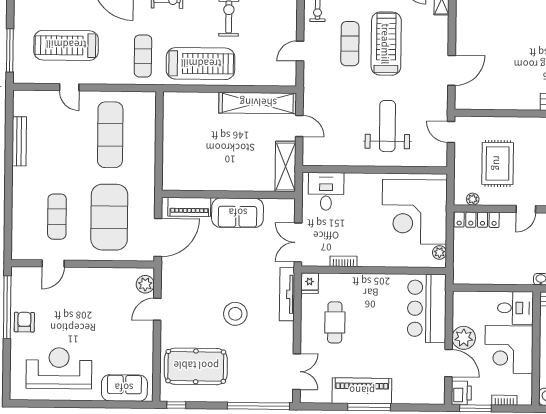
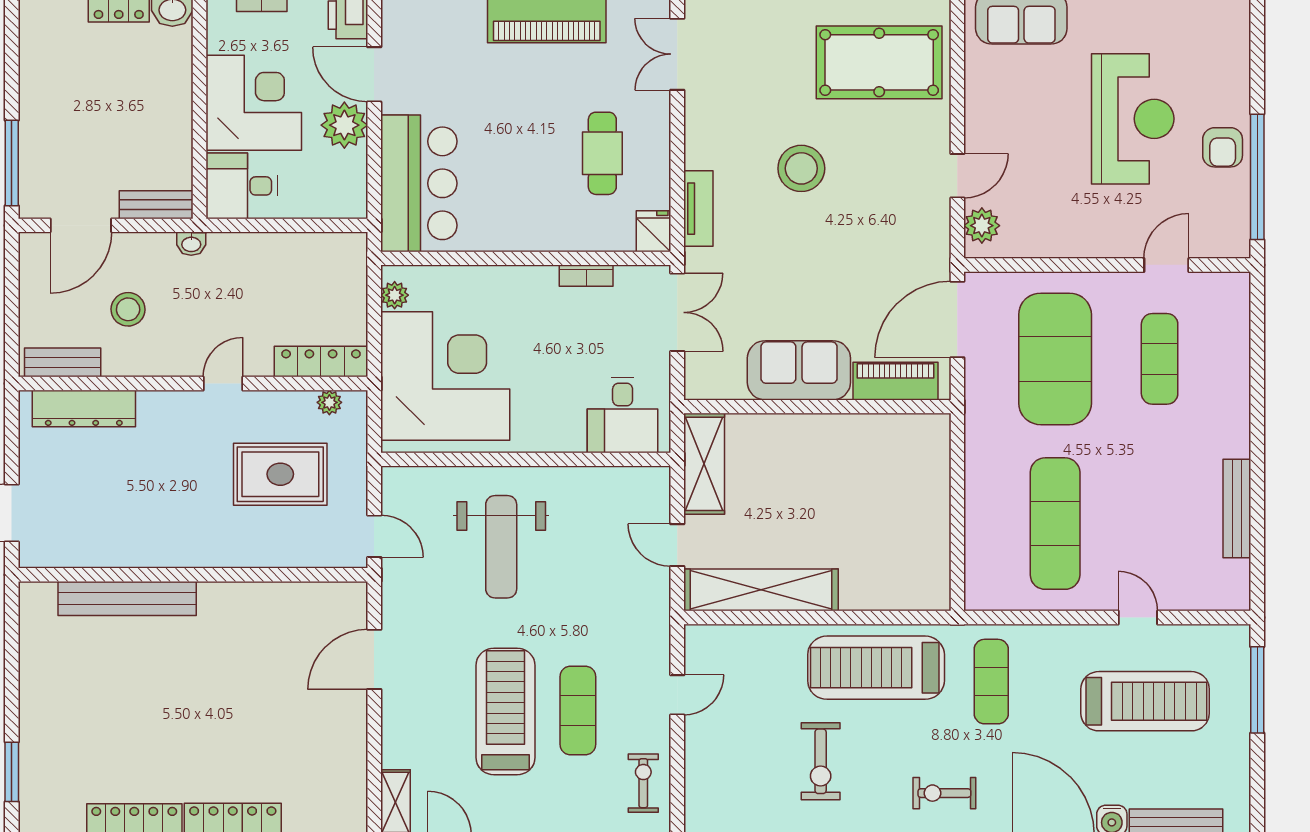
treadmill: (386, 44) -> (506, 711), turned 180
rug: (498, 163) -> (280, 474), turned 90
tv unit: (287, 294) -> (698, 209), width x0.71
reception desk: (59, 368) -> (1133, 119), moved, turned -90

